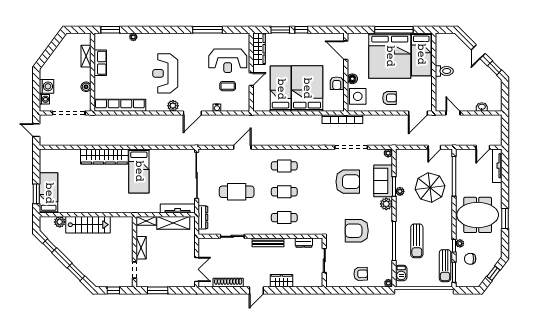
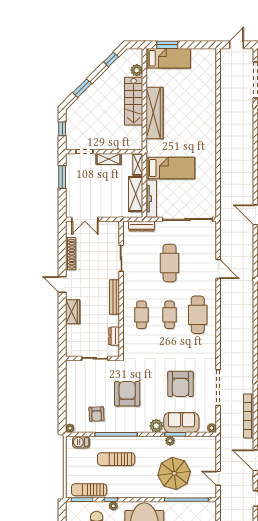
bookcase: (342, 119) -> (249, 416), moved
wardrobe: (104, 157) -> (155, 113), moved, turned 180
cafe table: (284, 166) -> (198, 315), width x1.37, depth x1.35
bed: (139, 171) -> (170, 168), moved, turned 180
armchair: (361, 274) -> (97, 414), moved

